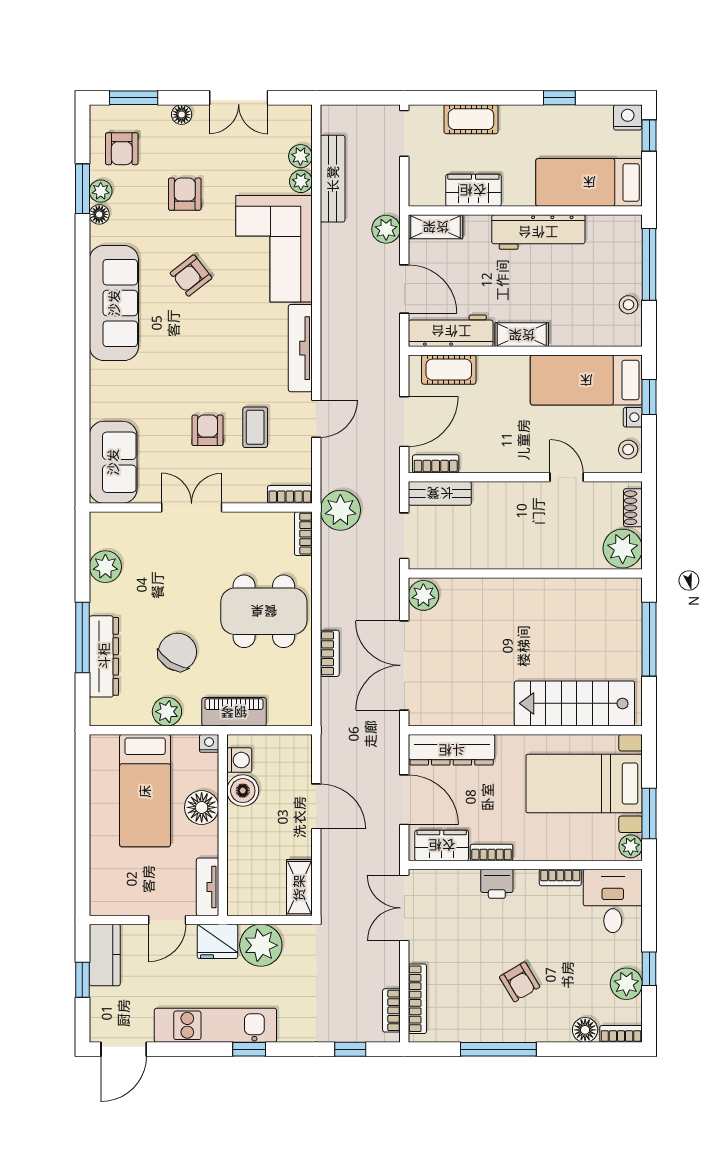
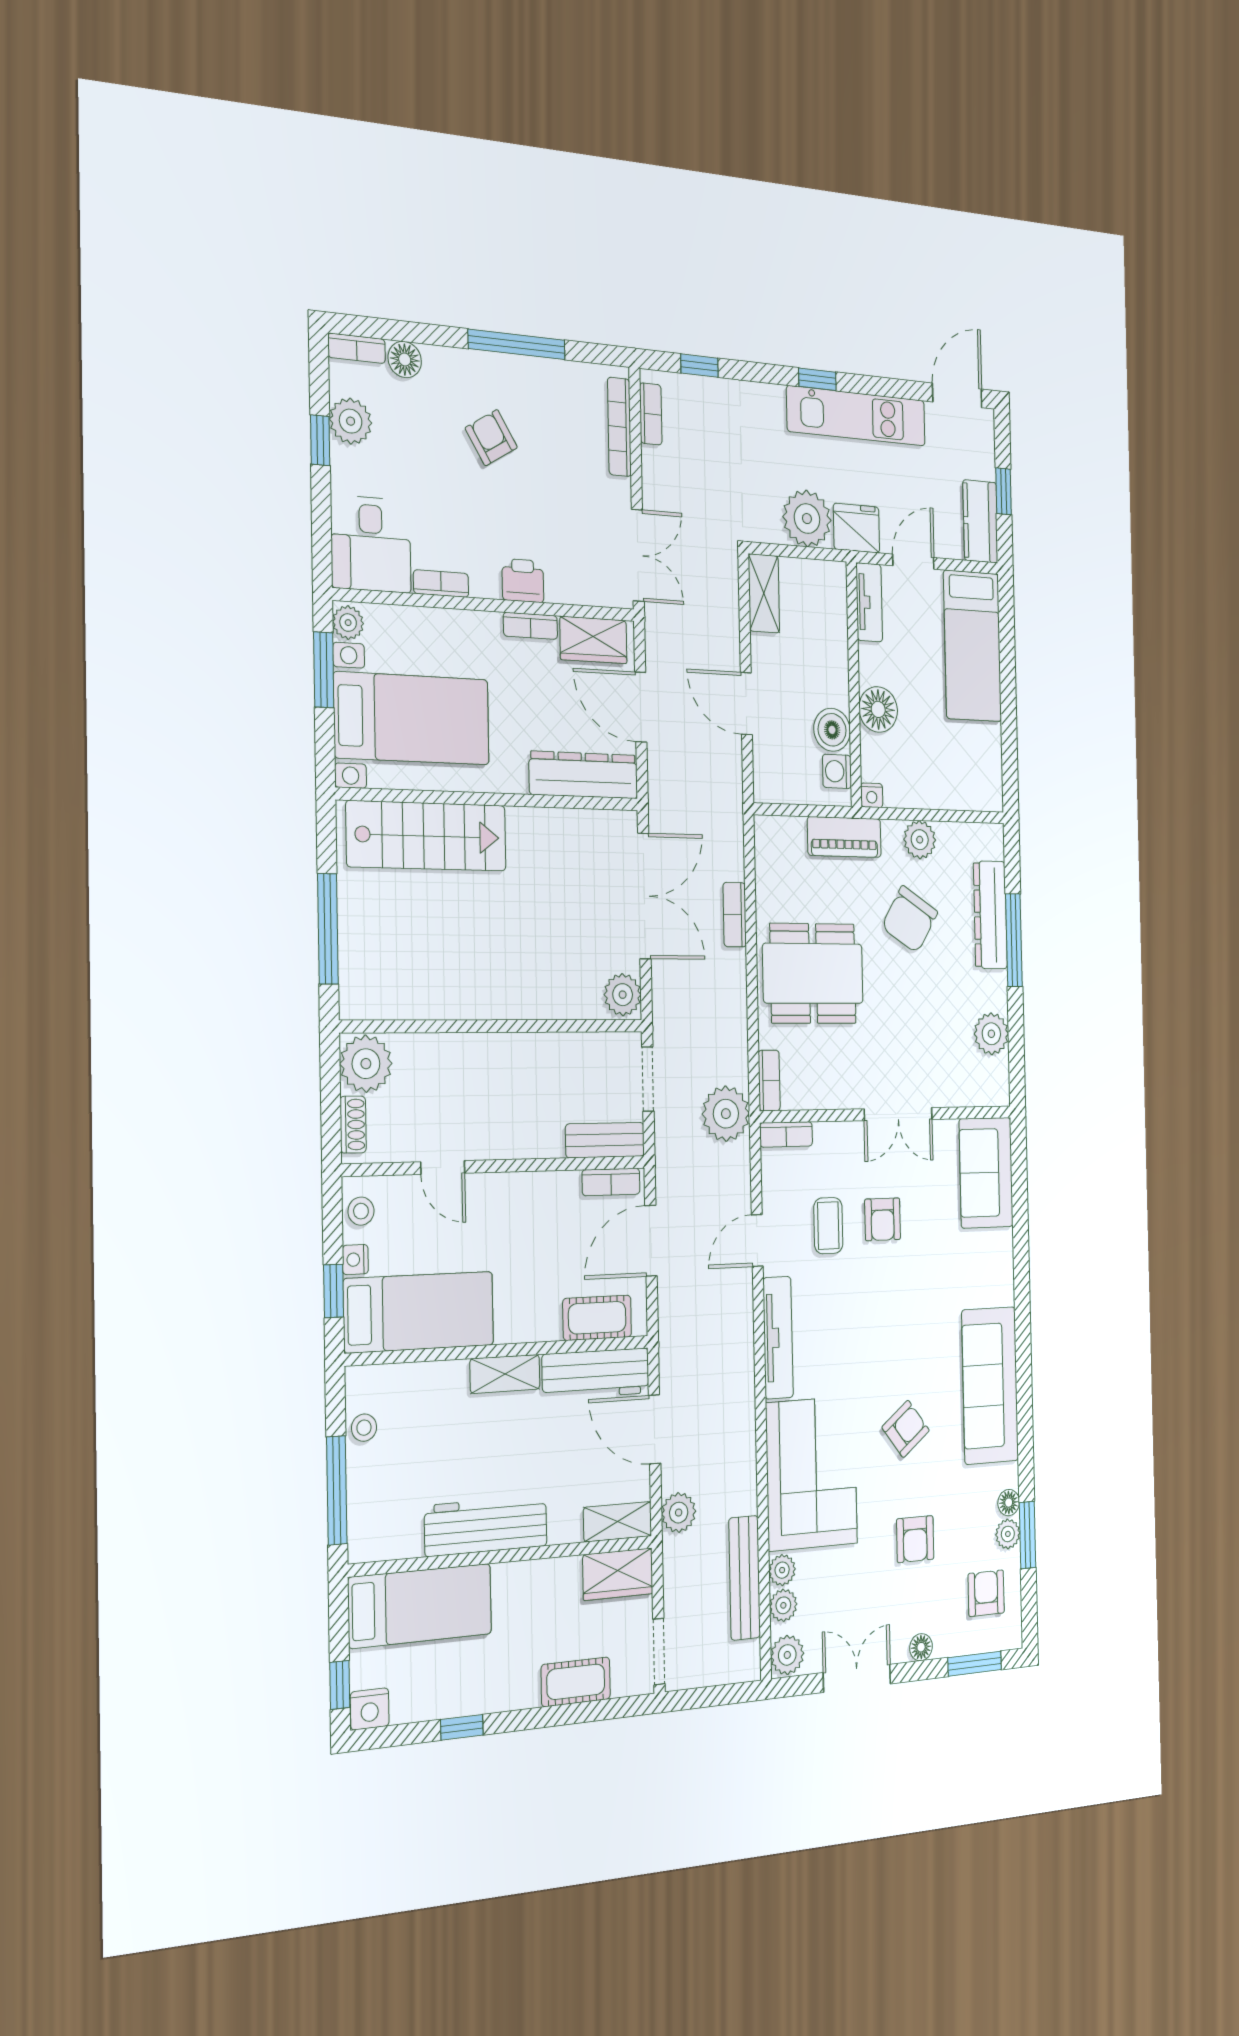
plant: (298, 120) -> (787, 1655), added
wardrobe: (473, 190) -> (618, 1574), moved
bed: (145, 791) -> (973, 646), moved, turned 180

